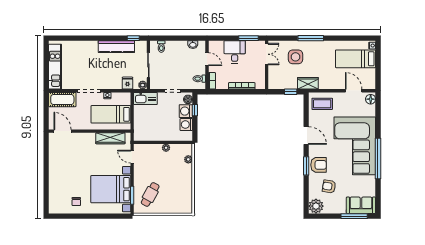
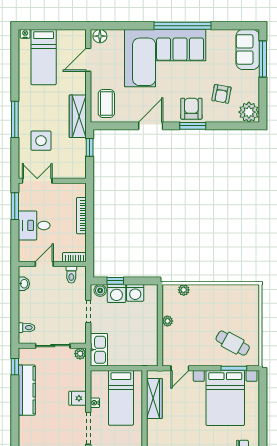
fridge: (127, 83) -> (78, 398), moved
wardrobe: (308, 83) -> (78, 116), width x1.50

